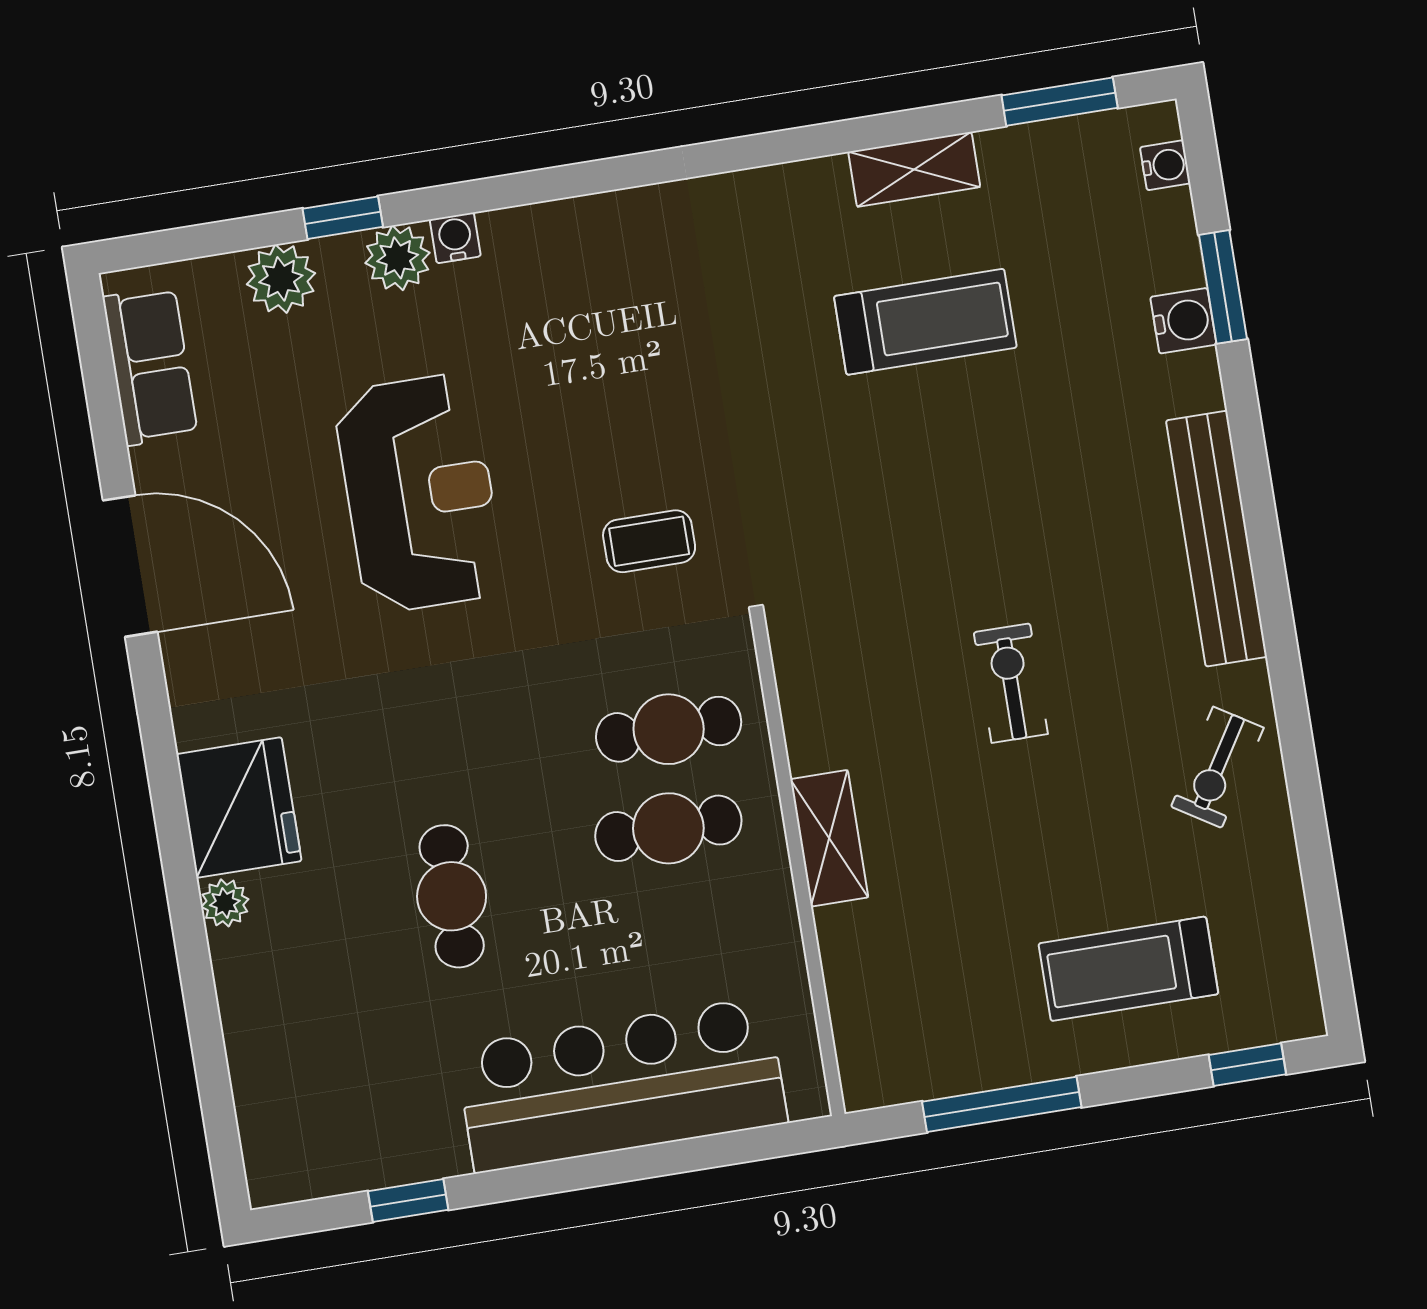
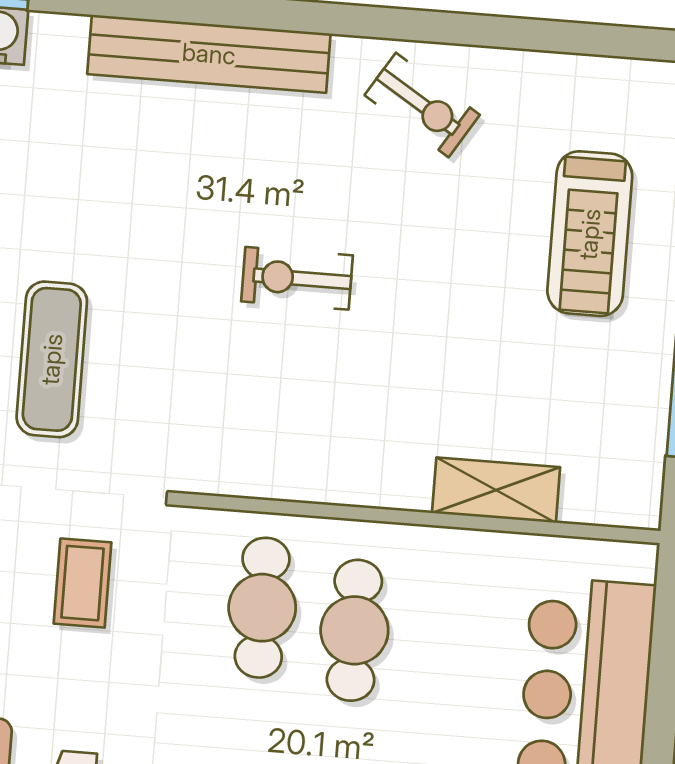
exercise mat: (868, 455) -> (52, 359), added
shelving: (829, 838) -> (496, 490), moved

